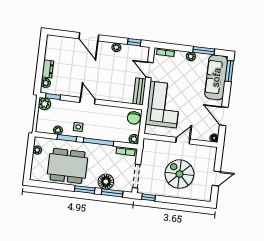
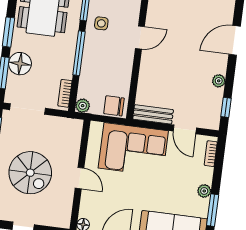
door: (149, 70) -> (185, 129), swing flipped
spiral stairs: (179, 174) -> (30, 173), turned 90

